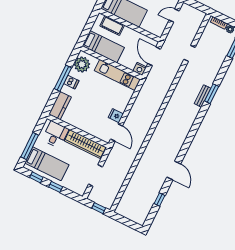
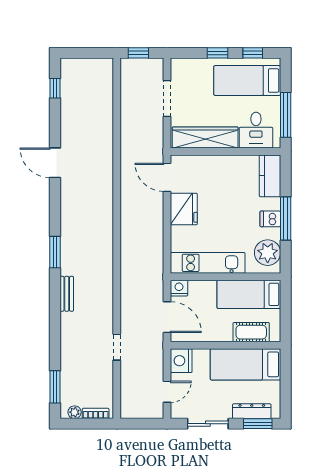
nightstand: (158, 29) -> (181, 361), added
window: (212, 94) -> (55, 252), moved
fridge: (116, 116) -> (184, 209), width x1.88, depth x1.34
window: (30, 146) -> (286, 115), moved
window: (159, 200) -> (55, 88), moved

